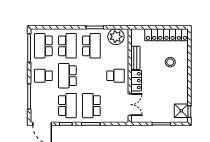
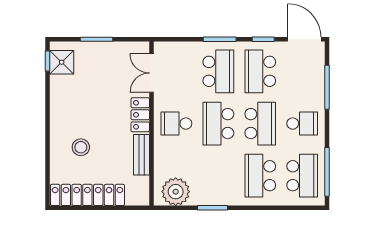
school desk: (91, 46) -> (218, 124), moved

